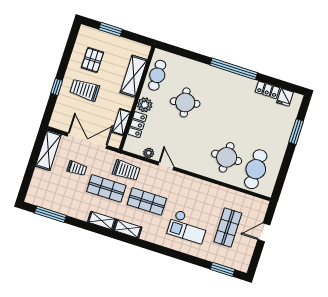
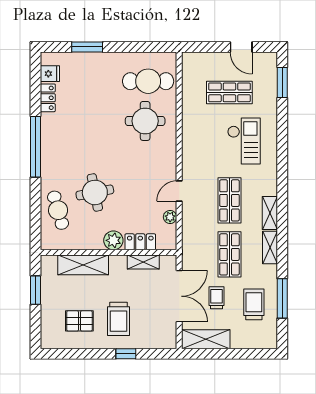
window: (111, 29) -> (35, 290), moved
cafe table: (157, 75) -> (58, 210), moved, turned 74
double door: (87, 141) -> (179, 296), swing flipped
trolley: (126, 170) -> (254, 304), moved
window: (50, 214) -> (282, 298), moved
door: (264, 232) -> (241, 47), moved

